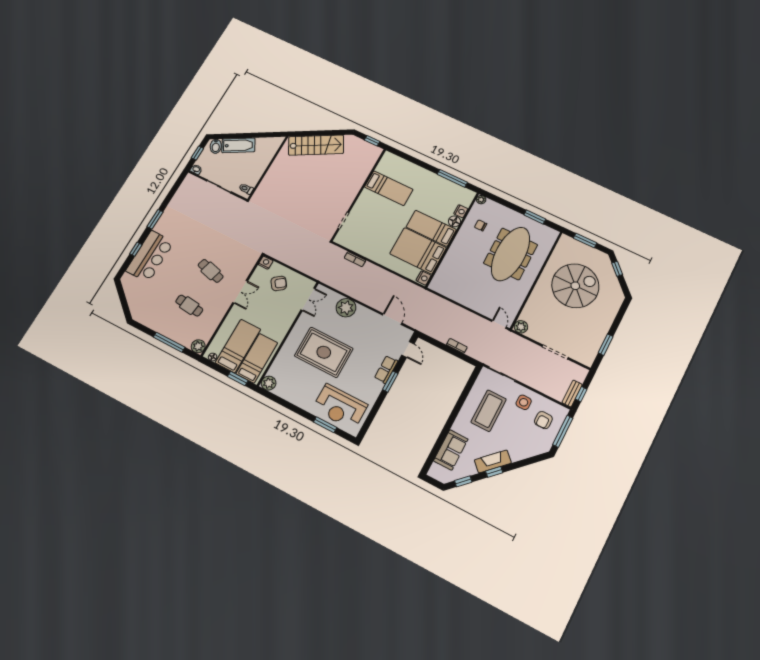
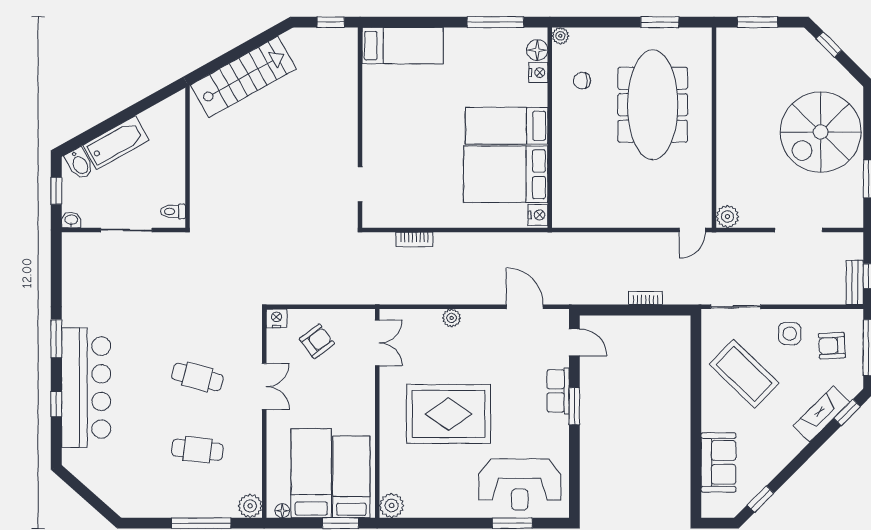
bed: (389, 188) -> (403, 46), moved
floor lamp: (454, 221) -> (537, 50), moved
bar counter: (150, 256) -> (86, 388), width x1.36
spiral stairs: (575, 286) -> (821, 132), moved, turned 180
plant: (346, 308) -> (452, 318), width x0.53, depth x0.53
door: (499, 324) -> (692, 230), swing flipped
coffee table: (489, 411) -> (744, 374), turned -46
armchair: (543, 420) -> (832, 346), turned 87
fireplace: (493, 461) -> (822, 414), moved
window: (494, 472) -> (847, 412), moved

